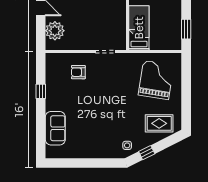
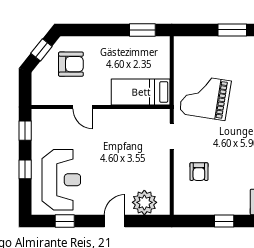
grand piano: (156, 80) -> (205, 97), moved
window: (186, 97) -> (232, 30), added

